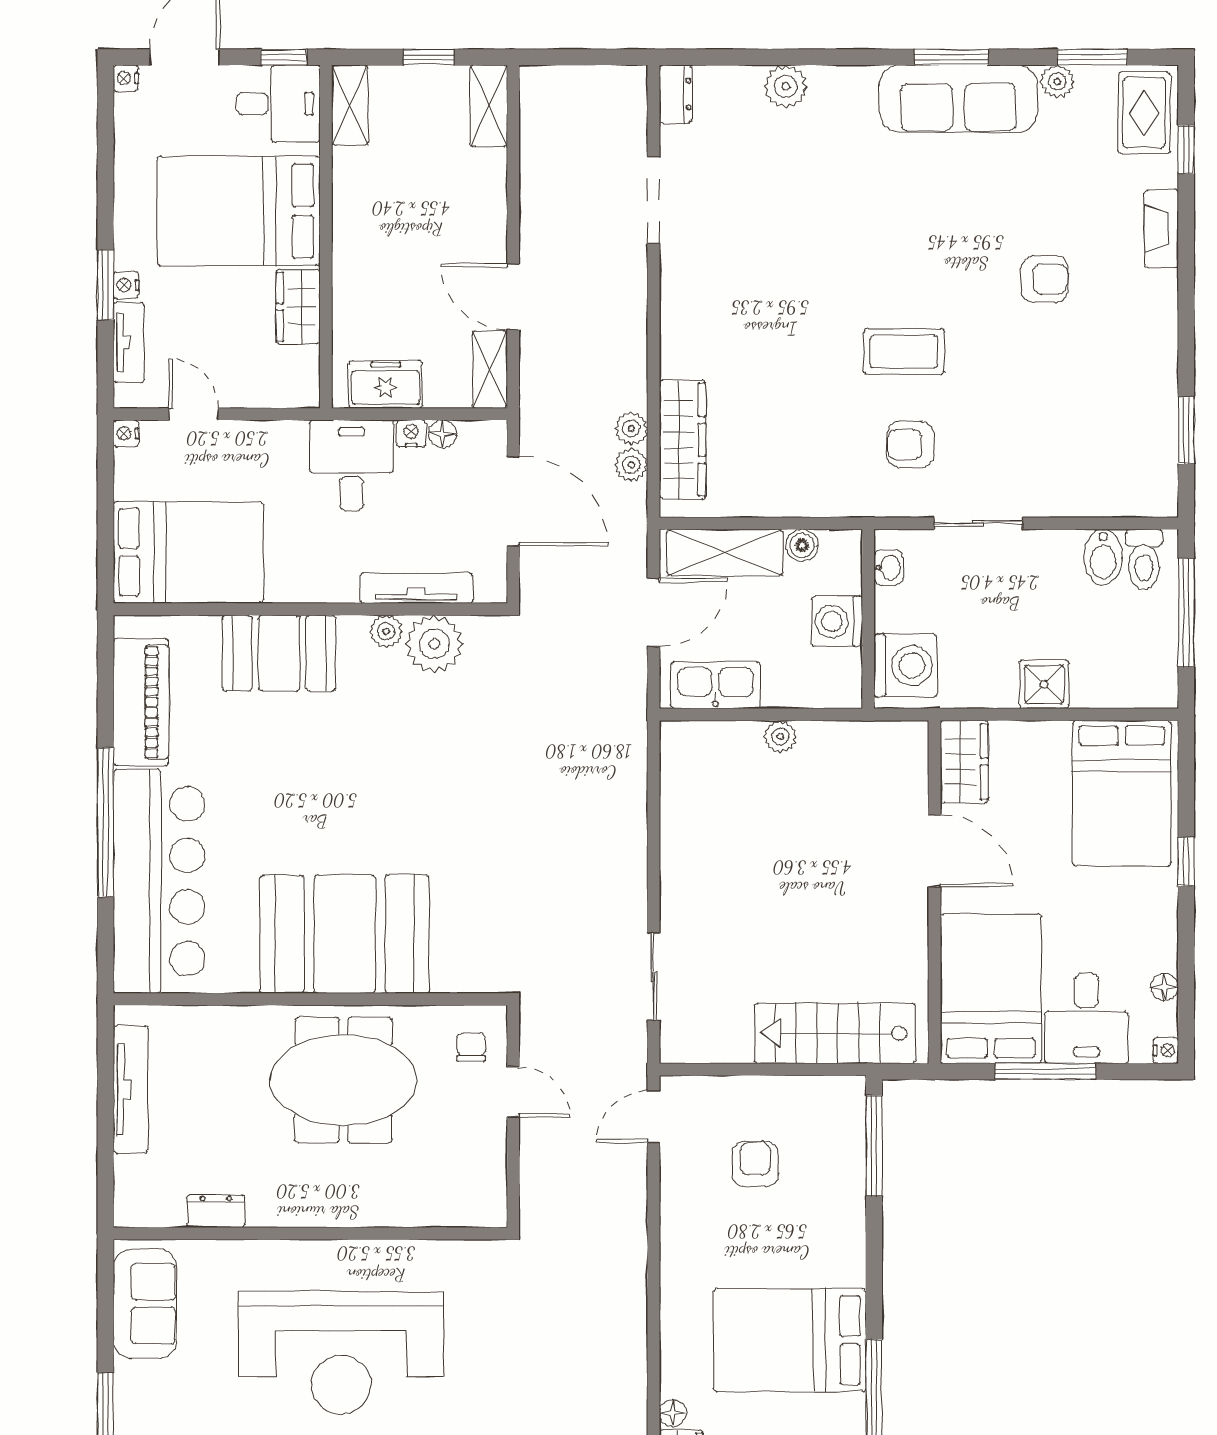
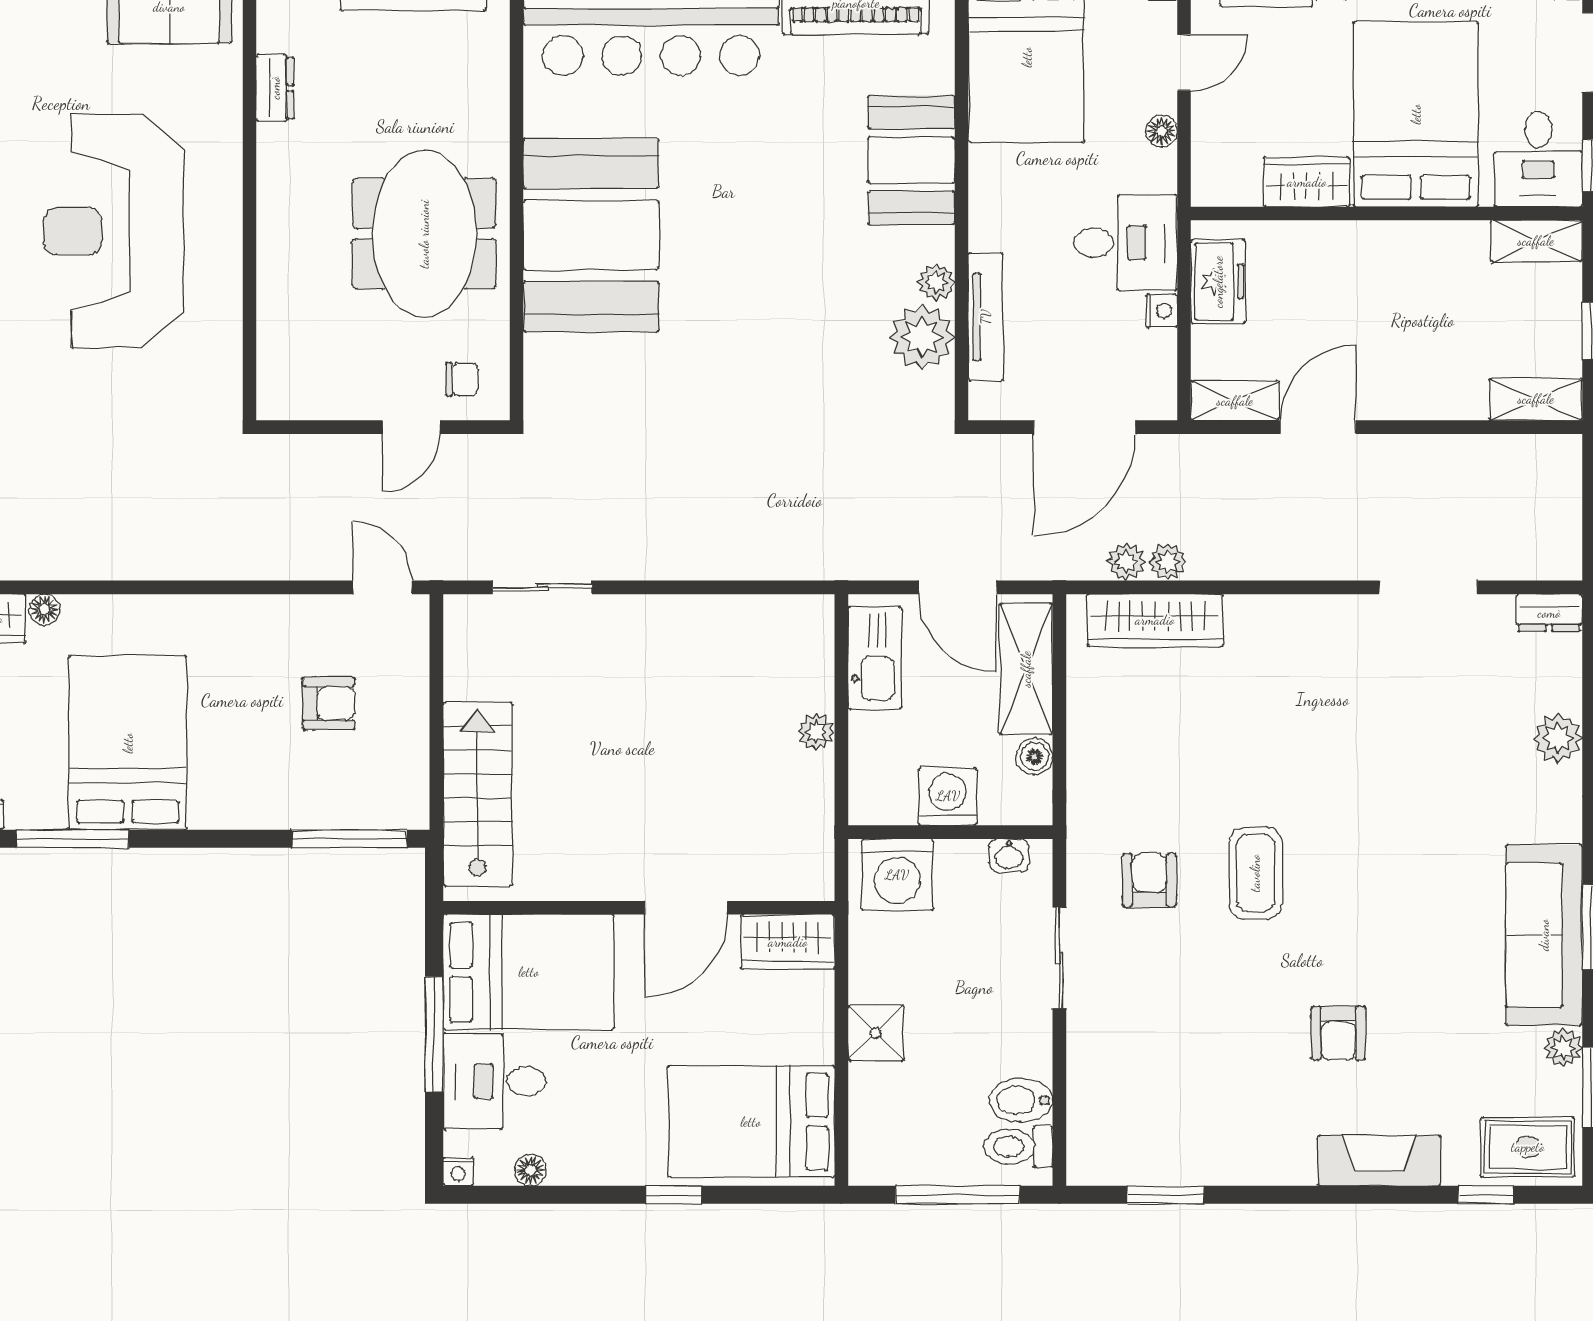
fireplace: (1162, 229) -> (1379, 1161), width x1.37, depth x1.32
floor lamp: (443, 434) -> (1161, 131), moved

